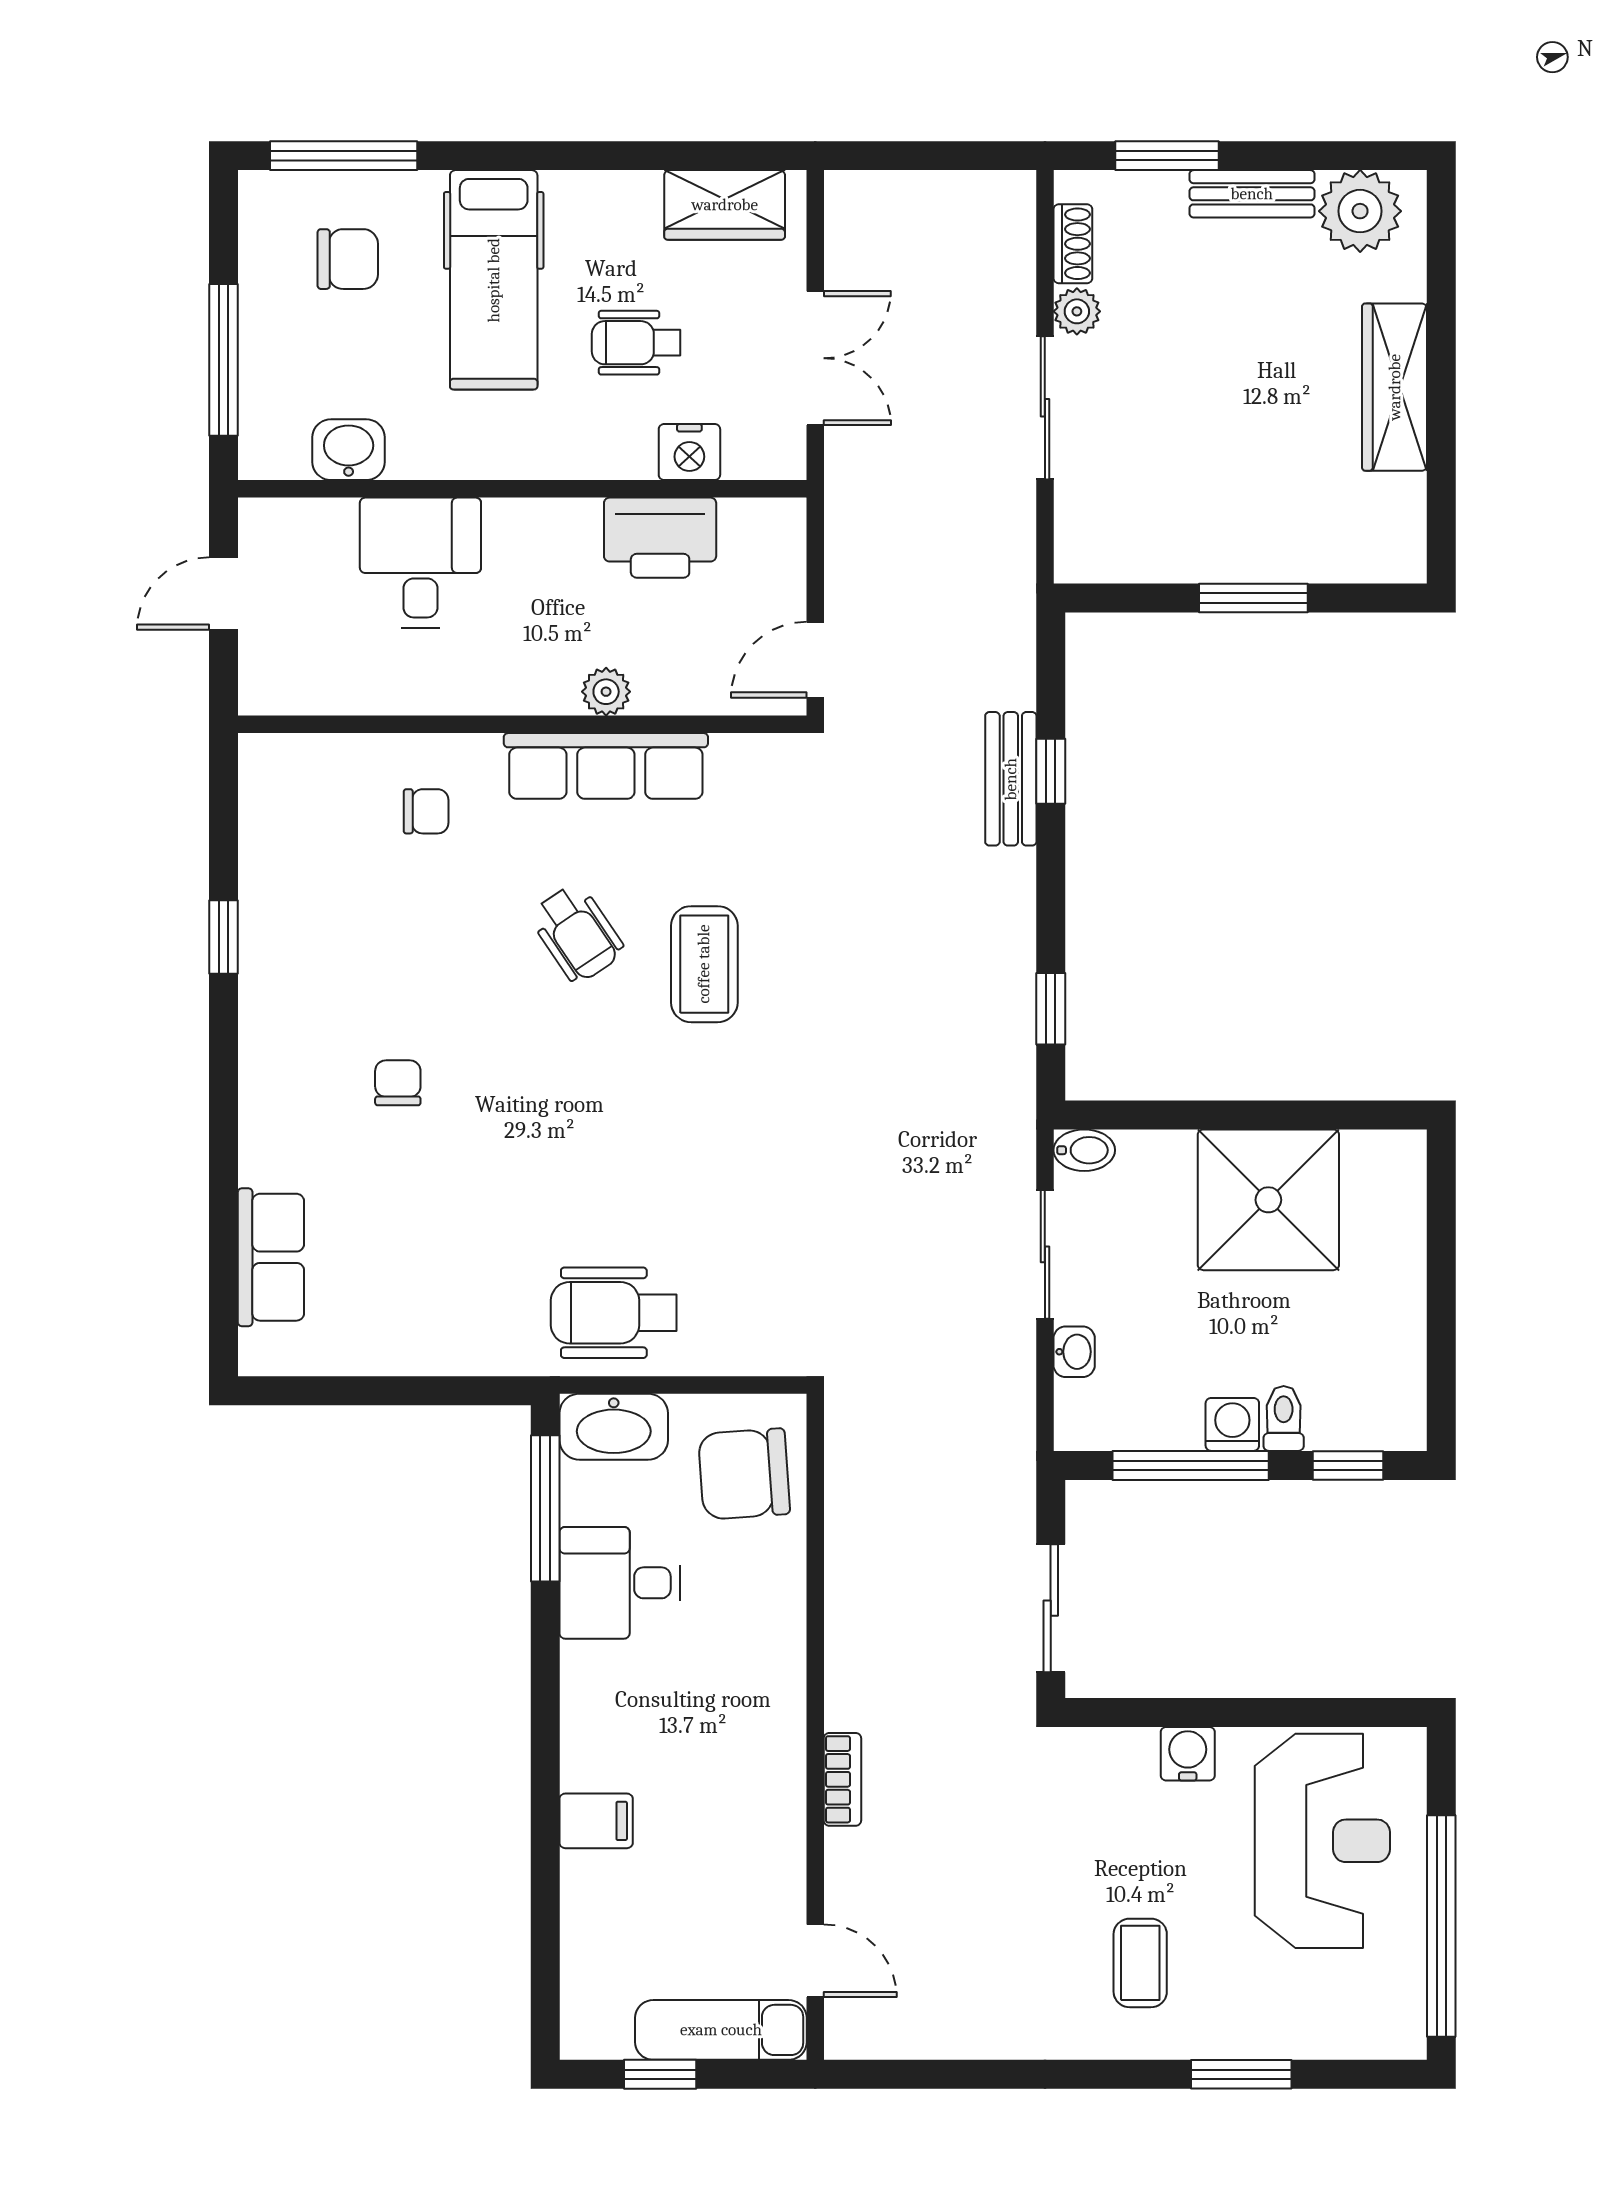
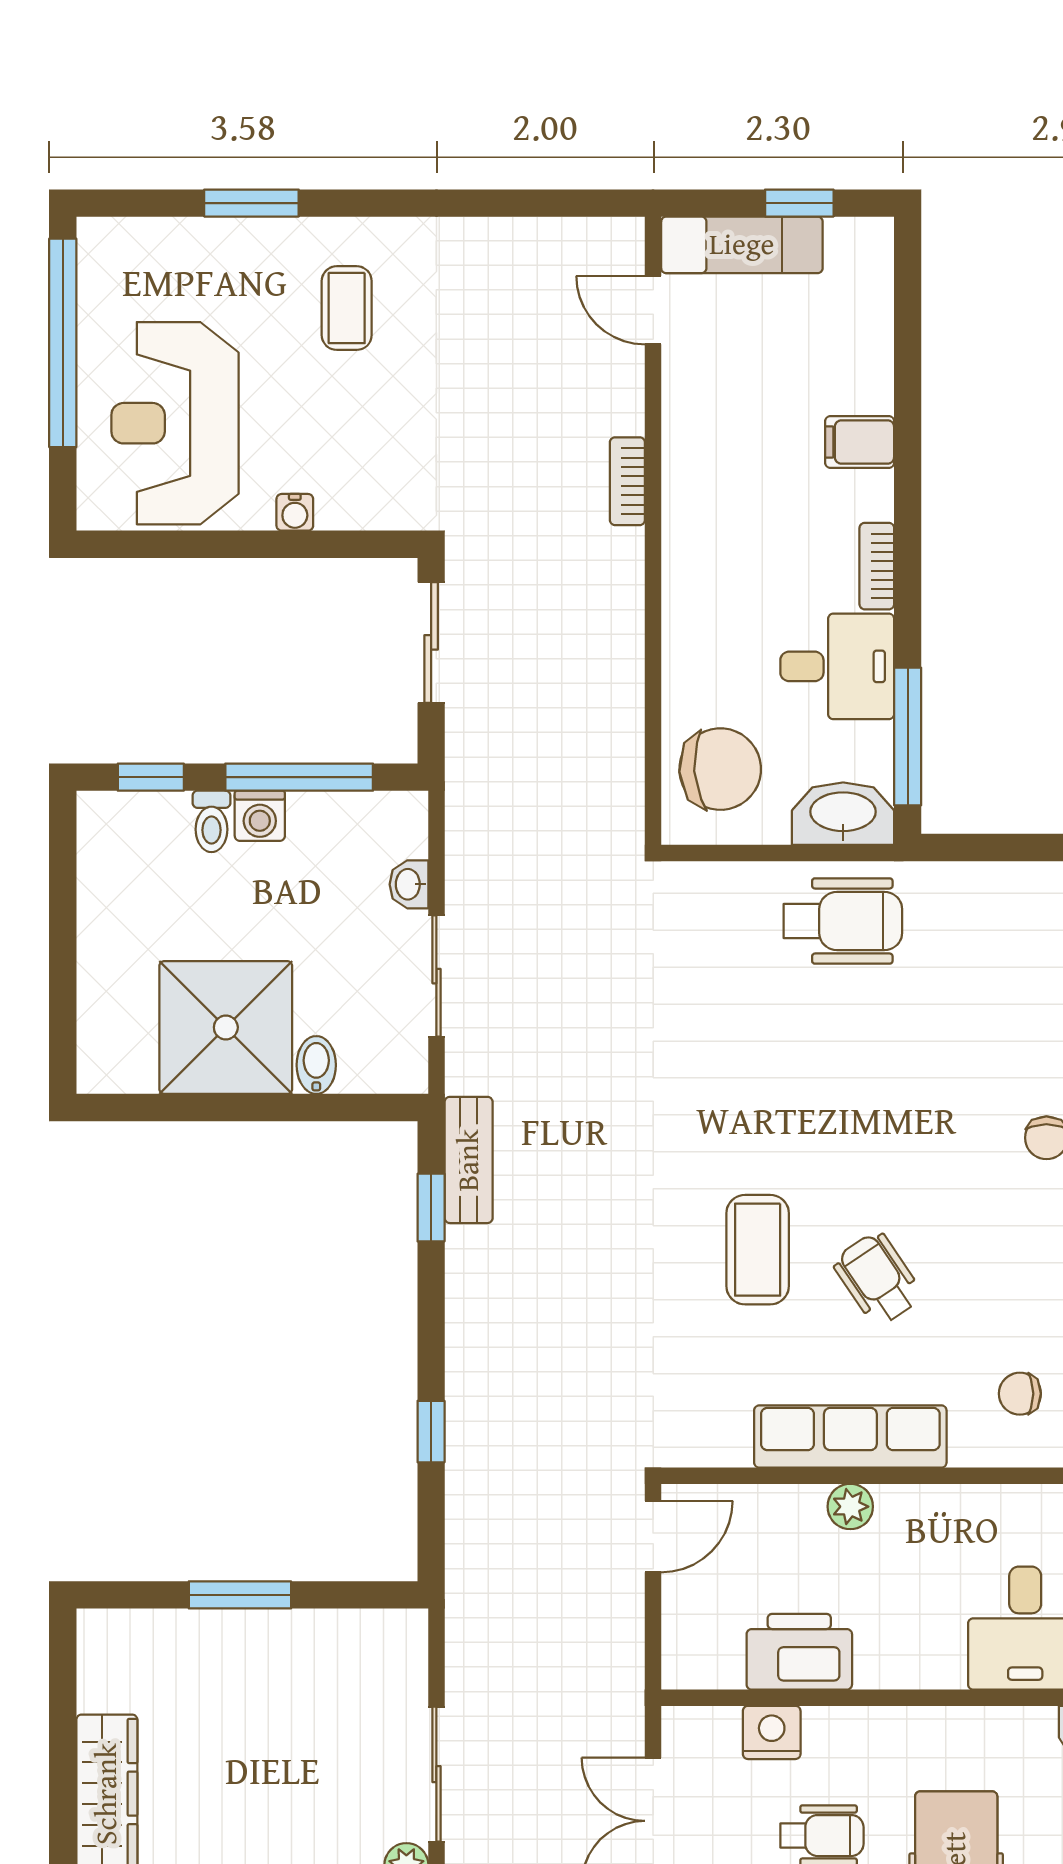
bench: (1011, 779) -> (469, 1160), moved
bidet: (1084, 1150) -> (316, 1065), moved, turned 90
bookcase: (578, 1689) -> (877, 566), added
water cooler: (1188, 1754) -> (295, 512), width x0.72, depth x0.72

